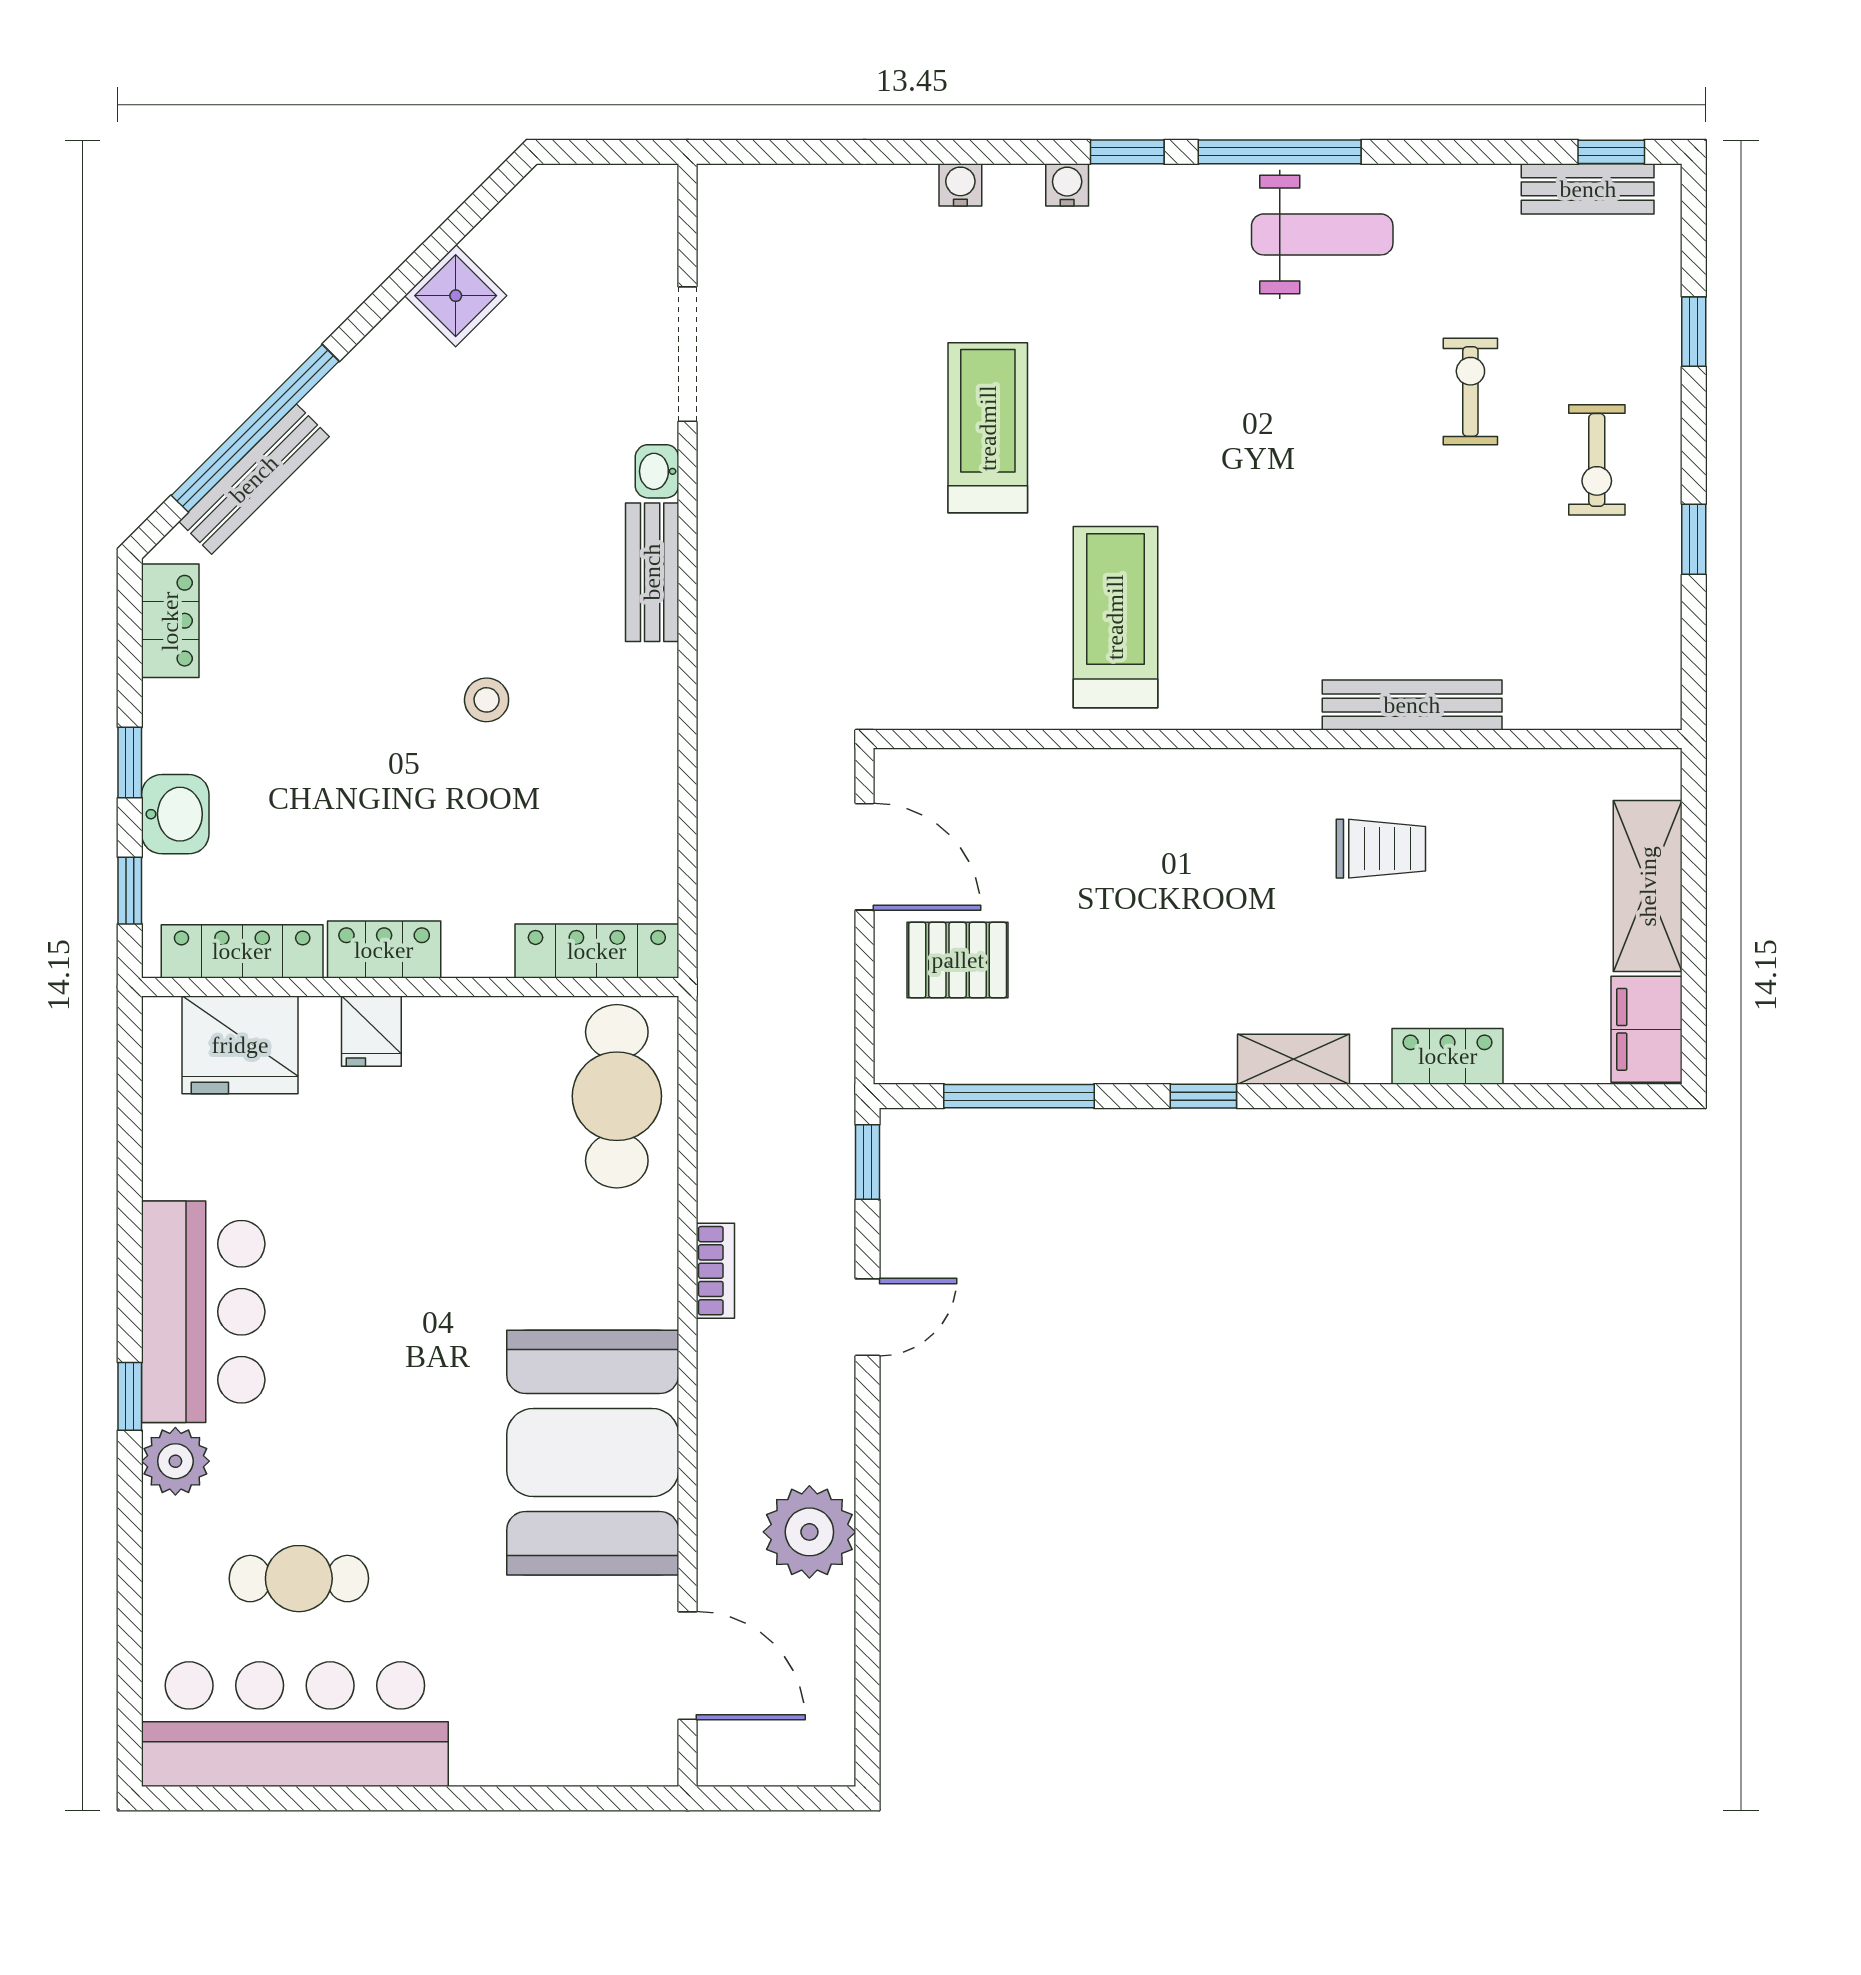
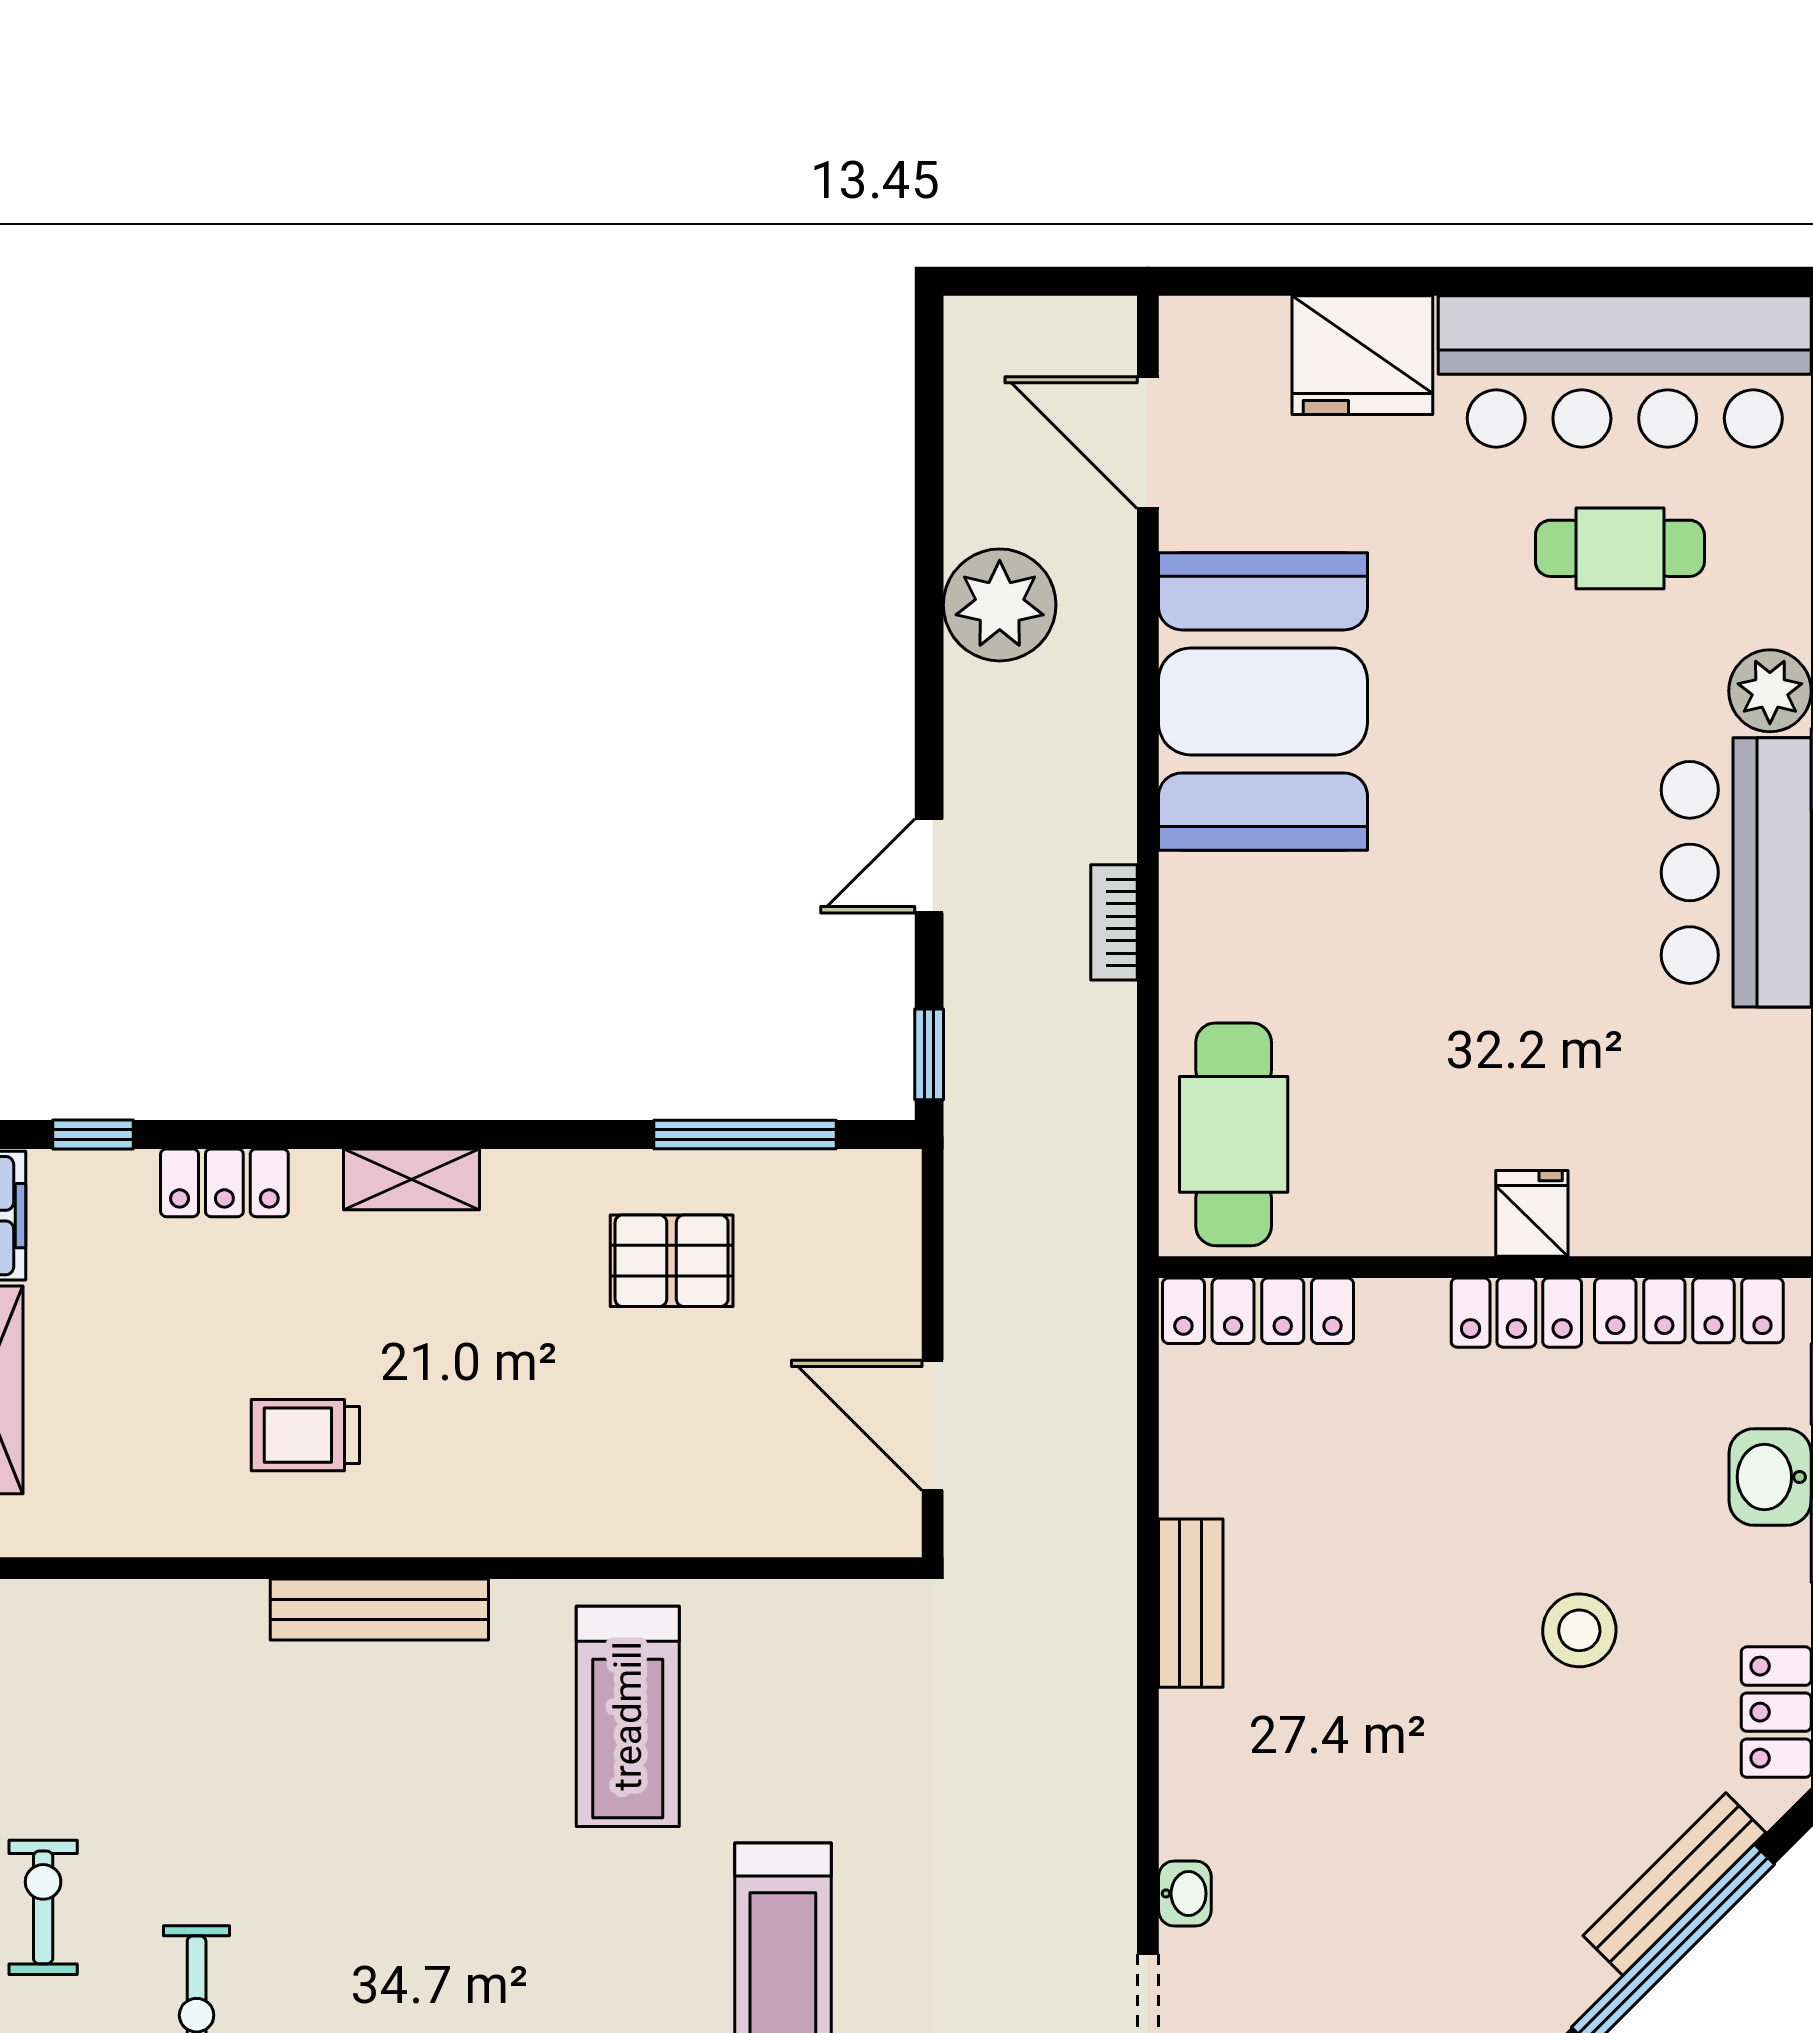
bench: (652, 572) -> (1191, 1603), moved
stool: (487, 700) -> (1579, 1630), moved, width x1.37, depth x1.37
bench: (1412, 705) -> (379, 1610), moved
pallet: (958, 960) -> (672, 1261), moved
fridge: (240, 1045) -> (1362, 355), moved, turned 180
window: (1203, 1096) -> (93, 1134), moved

